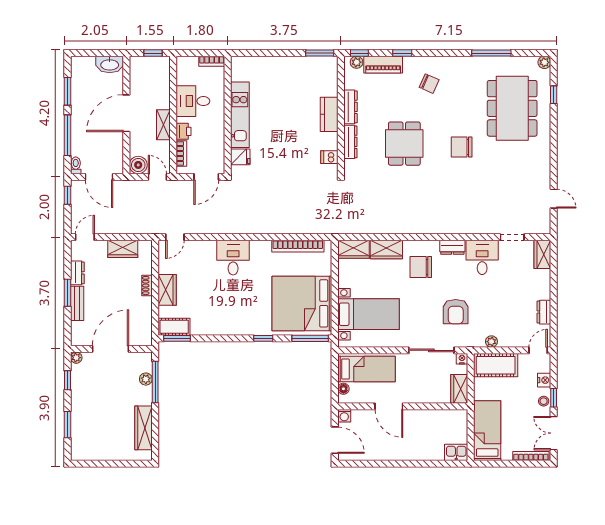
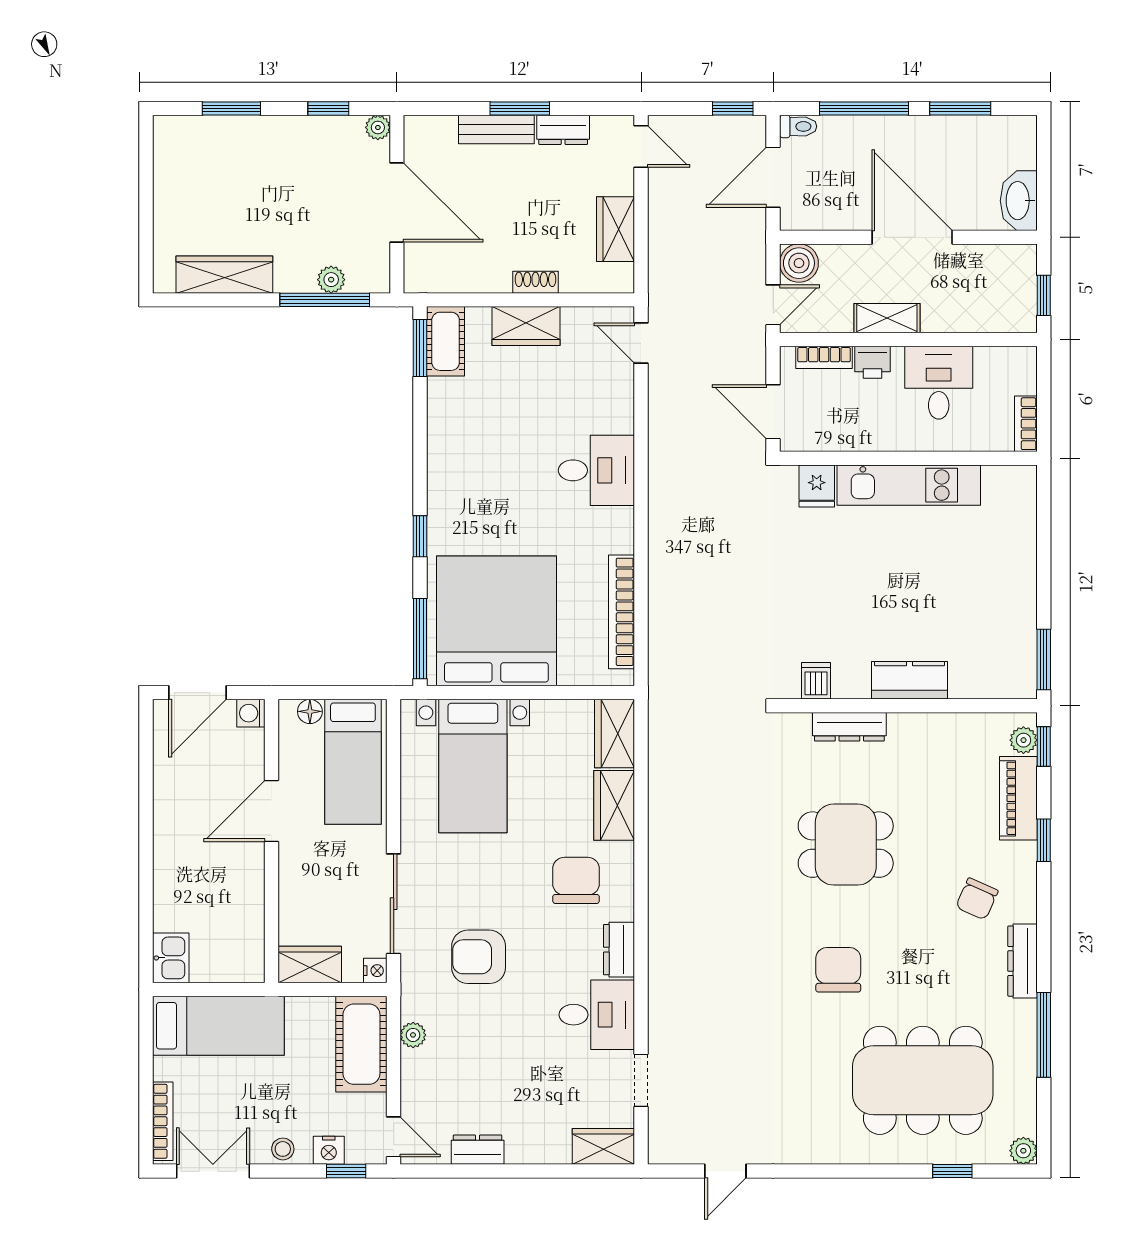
dresser: (350, 107) -> (1023, 961), moved, turned 90
window: (554, 398) -> (346, 1171), moved

